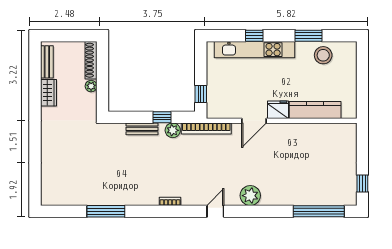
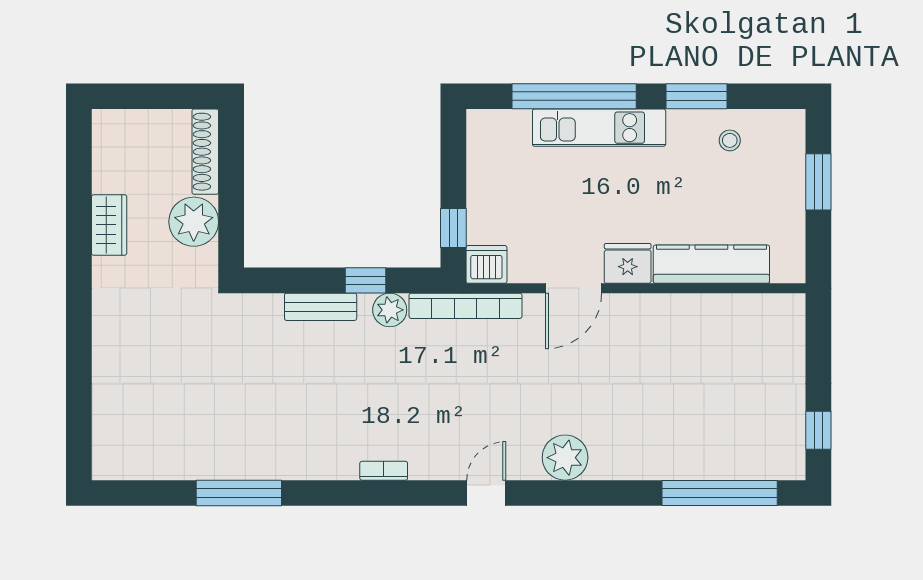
window: (254, 36) -> (574, 96), width x3.17
kitchen unit: (255, 50) -> (599, 128), width x0.73
stool: (323, 55) -> (730, 140), width x0.53, depth x0.53
bench: (47, 62) -> (106, 156), removed
window: (362, 74) -> (818, 182), added
plant: (91, 86) -> (194, 222), width x1.88, depth x1.88
dishwasher: (215, 110) -> (486, 264), added

